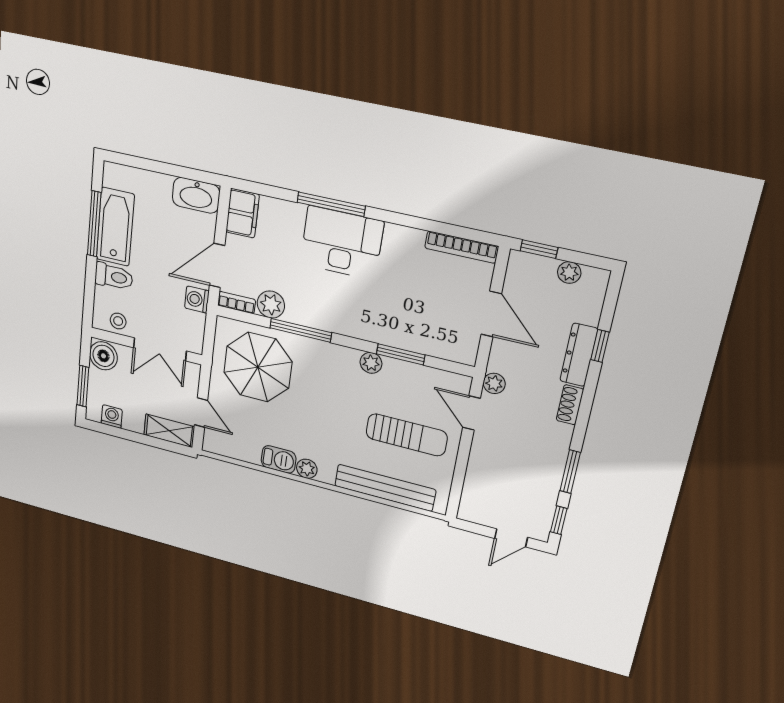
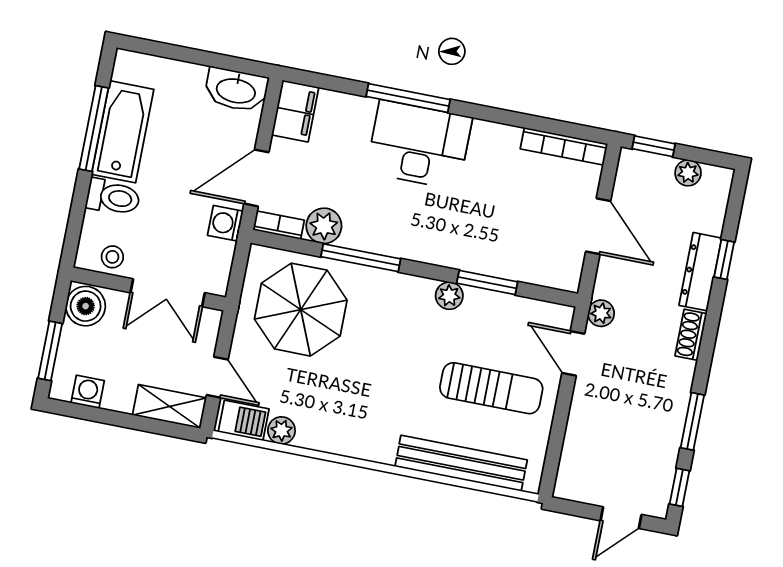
barbecue: (279, 459) -> (244, 420), moved
plant: (307, 469) -> (281, 430), moved

